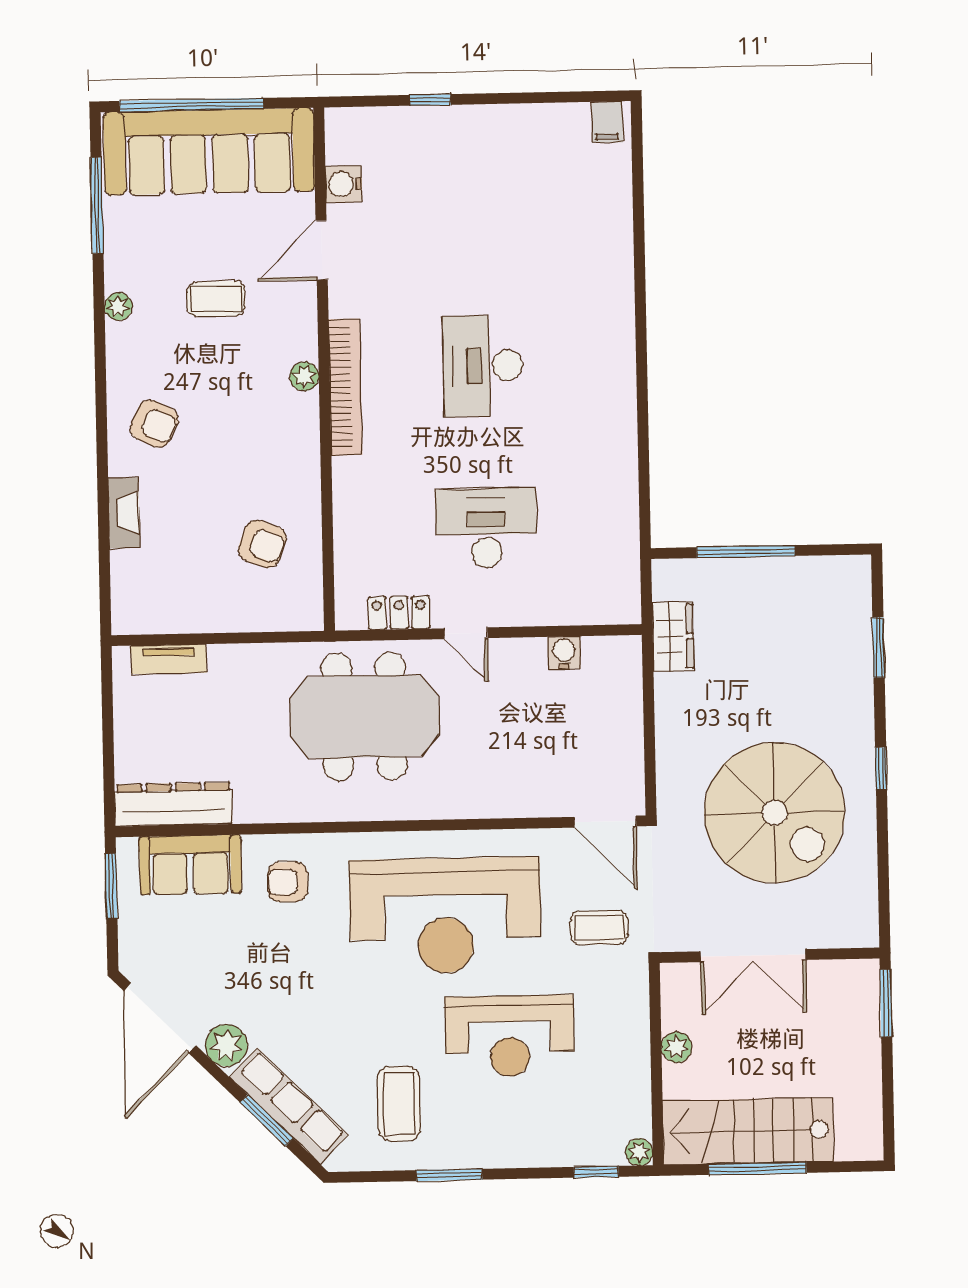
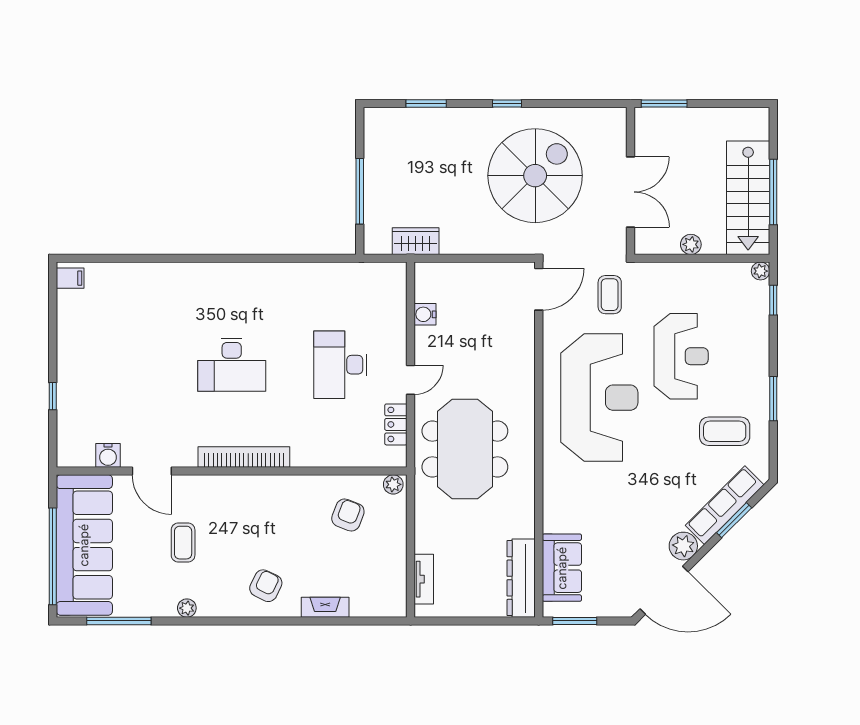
plant: (304, 376) -> (393, 484), moved
armchair: (288, 882) -> (575, 503), removed

